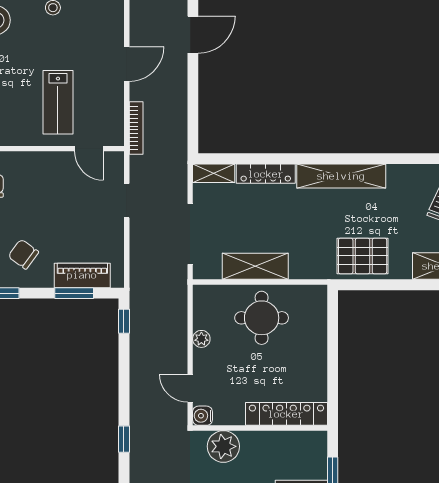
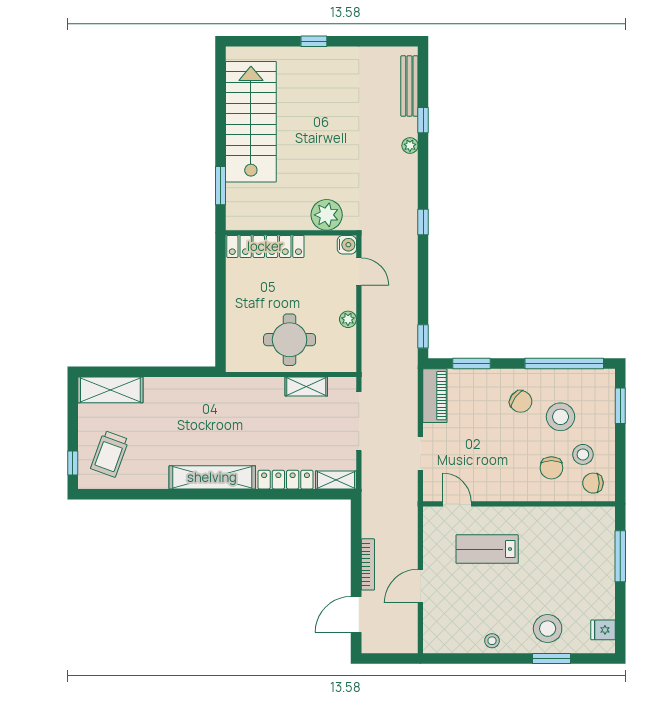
lab bench: (58, 102) -> (487, 549), turned -90
bookcase: (136, 128) -> (368, 564), moved, turned 180
pallet: (363, 256) -> (192, 400), removed
shelving: (255, 266) -> (306, 387), width x0.67, depth x0.75
piano: (82, 275) -> (435, 396), moved, turned -90

